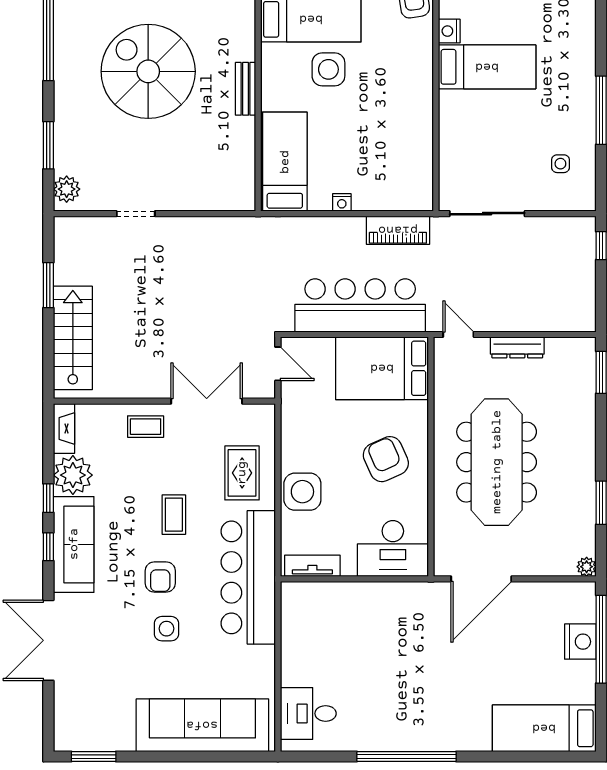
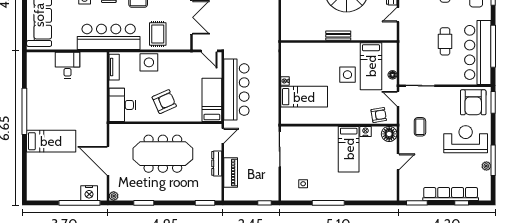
bed: (285, 162) -> (304, 97), moved
piano: (398, 230) -> (231, 173), moved, turned 180
door: (278, 364) -> (209, 51), hinge flipped
bed: (382, 368) -> (212, 100), width x0.67
rug: (242, 473) -> (158, 34), turned 90
door: (481, 579) -> (108, 161), moved
nightstand: (580, 642) -> (89, 193), moved
desk: (308, 713) -> (67, 65), moved
bed: (544, 728) -> (51, 141), moved, turned 90

